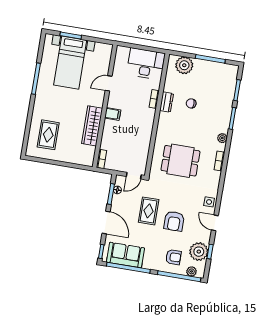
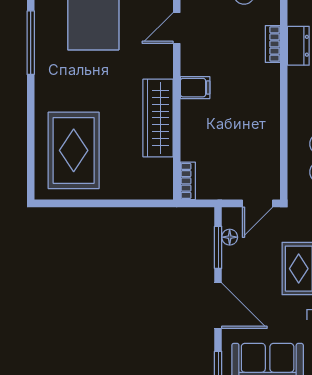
rug: (48, 135) -> (74, 150), width x1.36, depth x1.43

